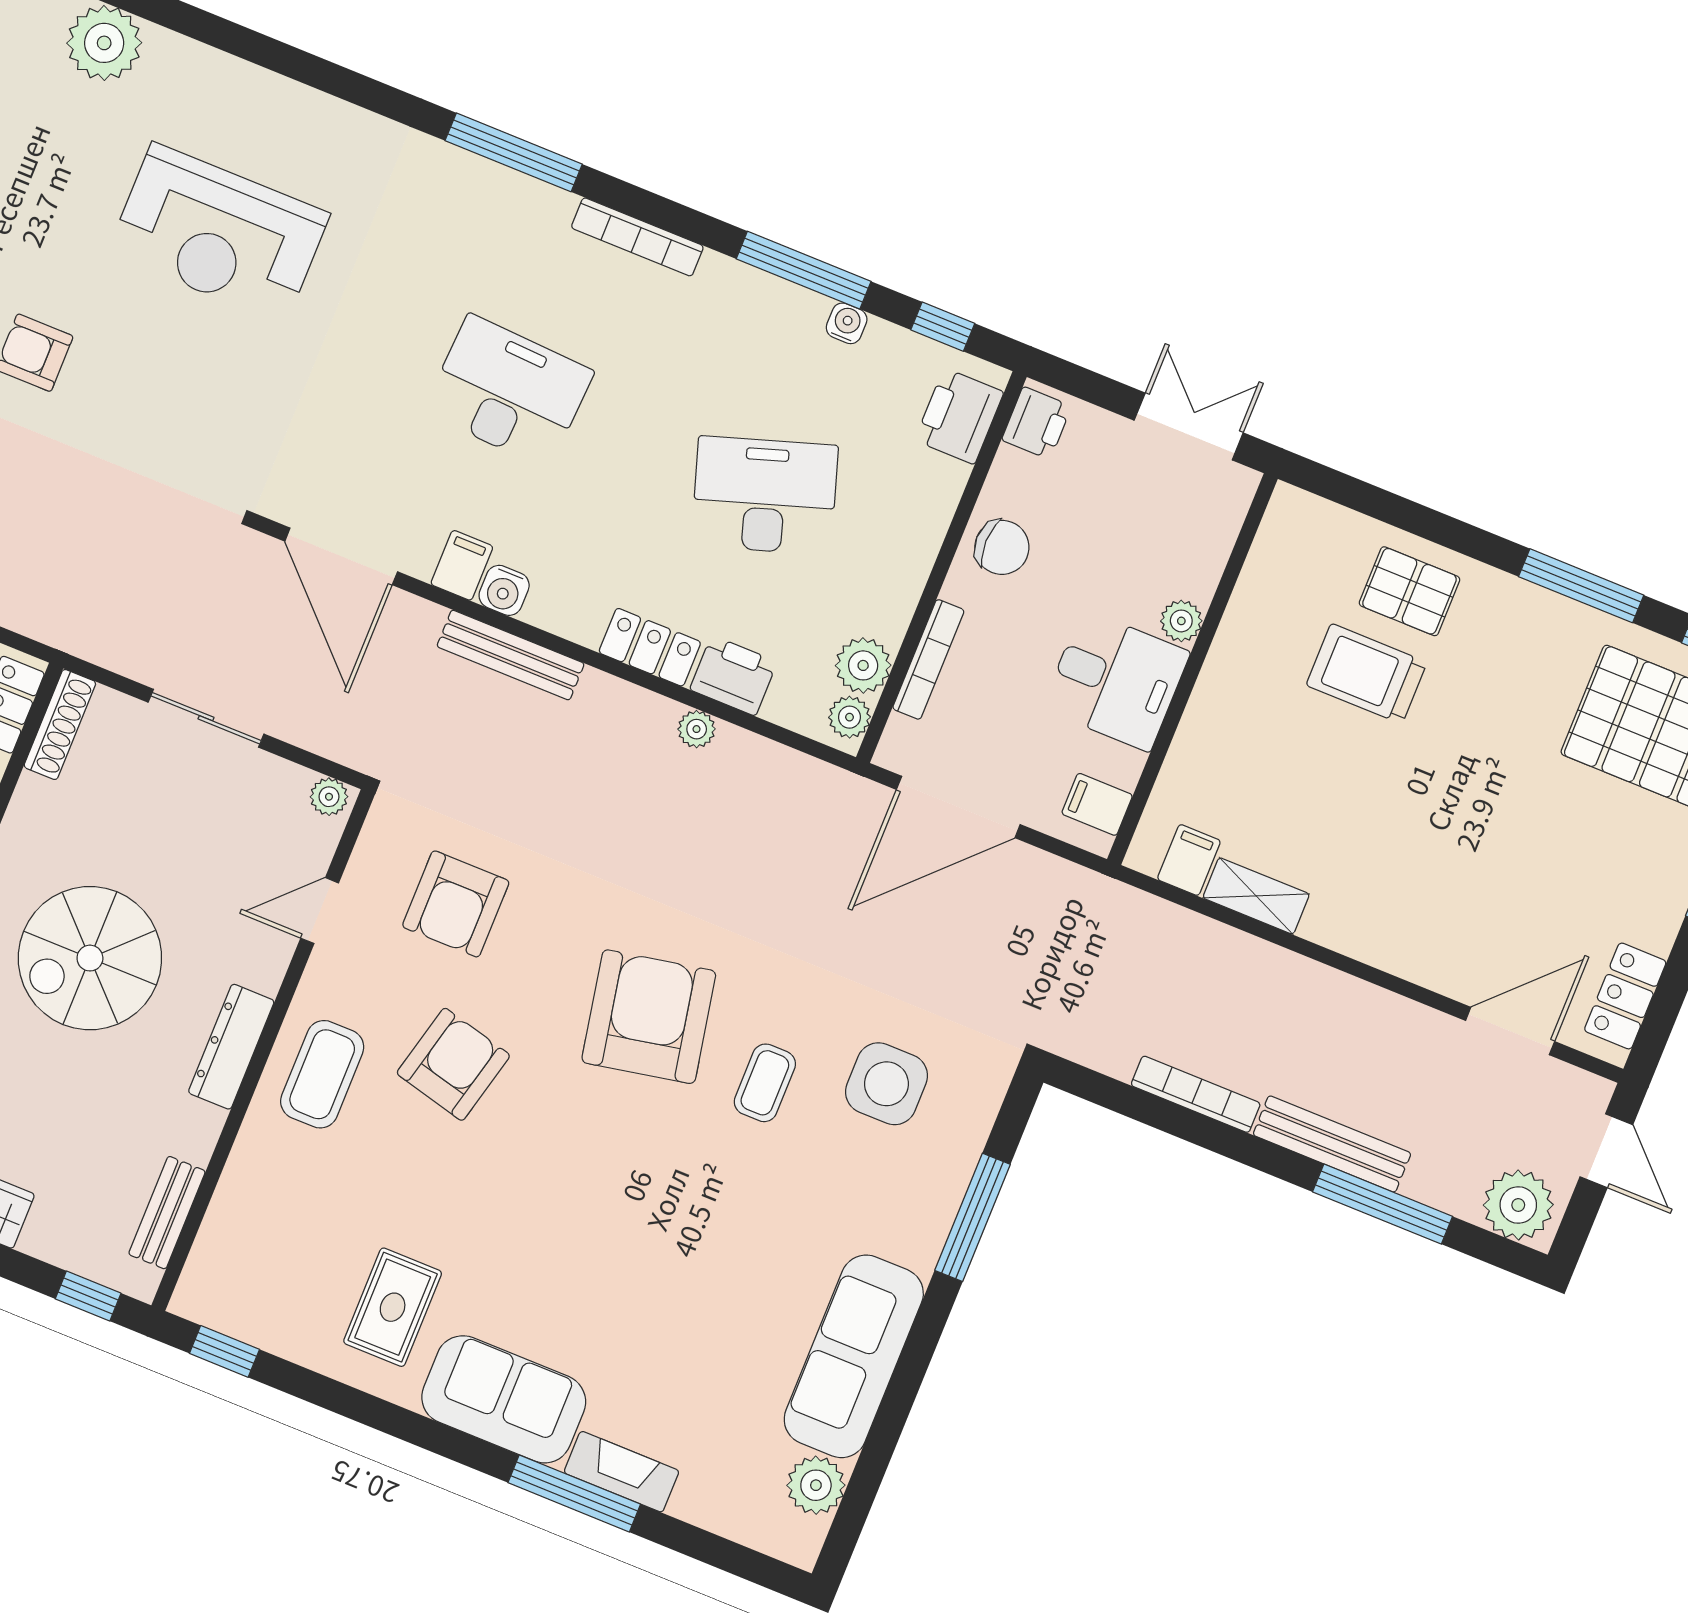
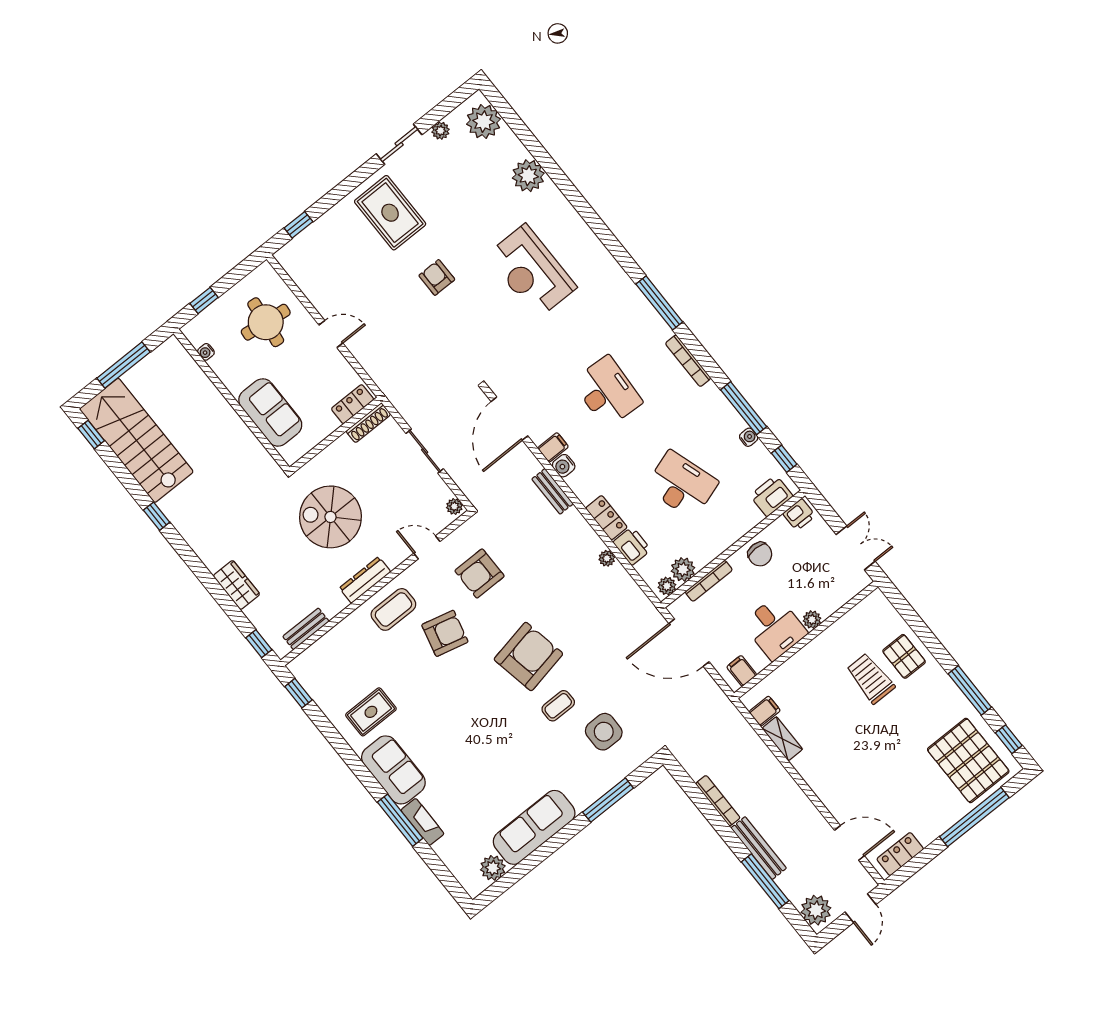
bench: (511, 655) -> (552, 491), width x0.73

